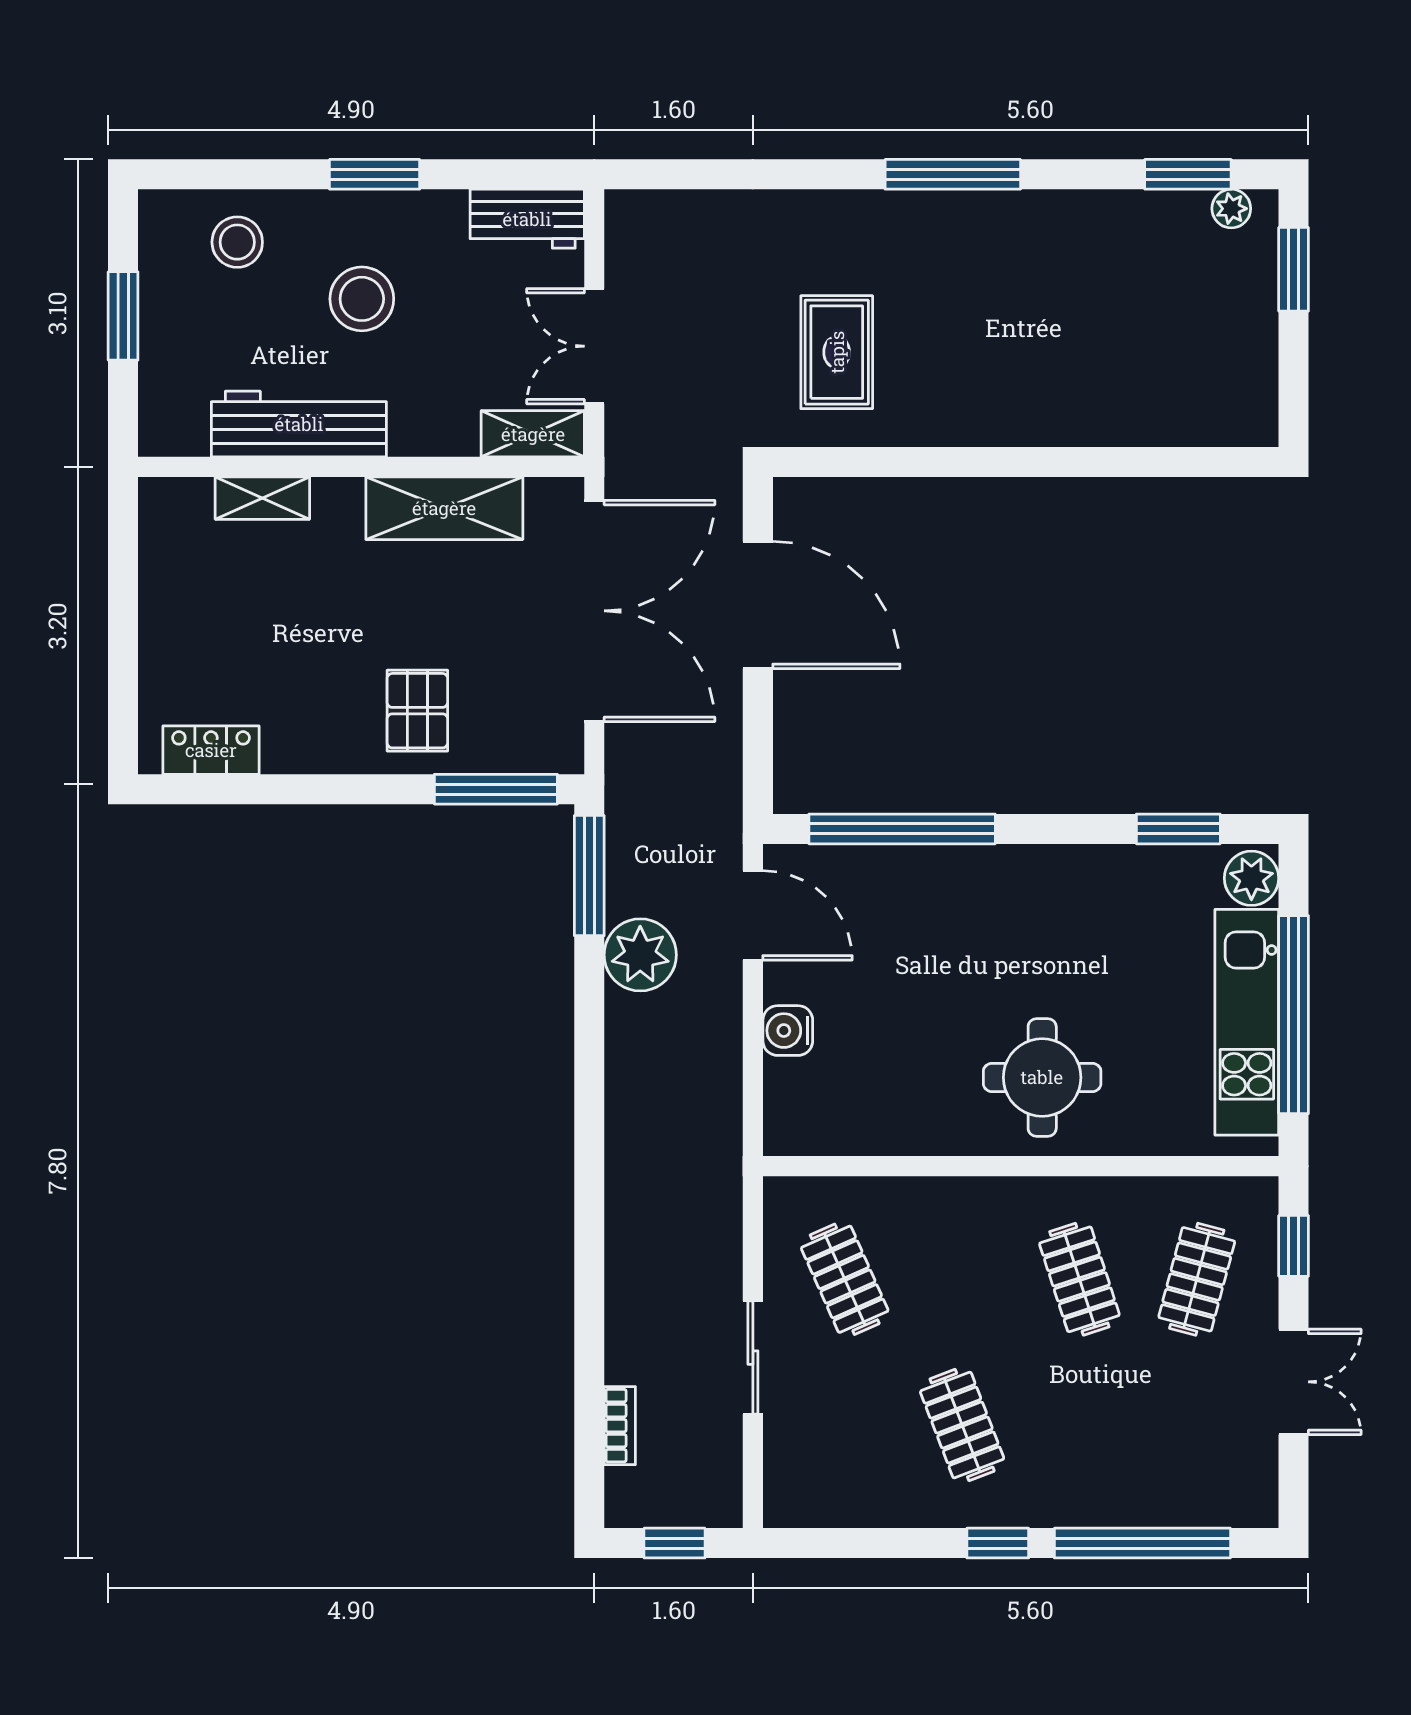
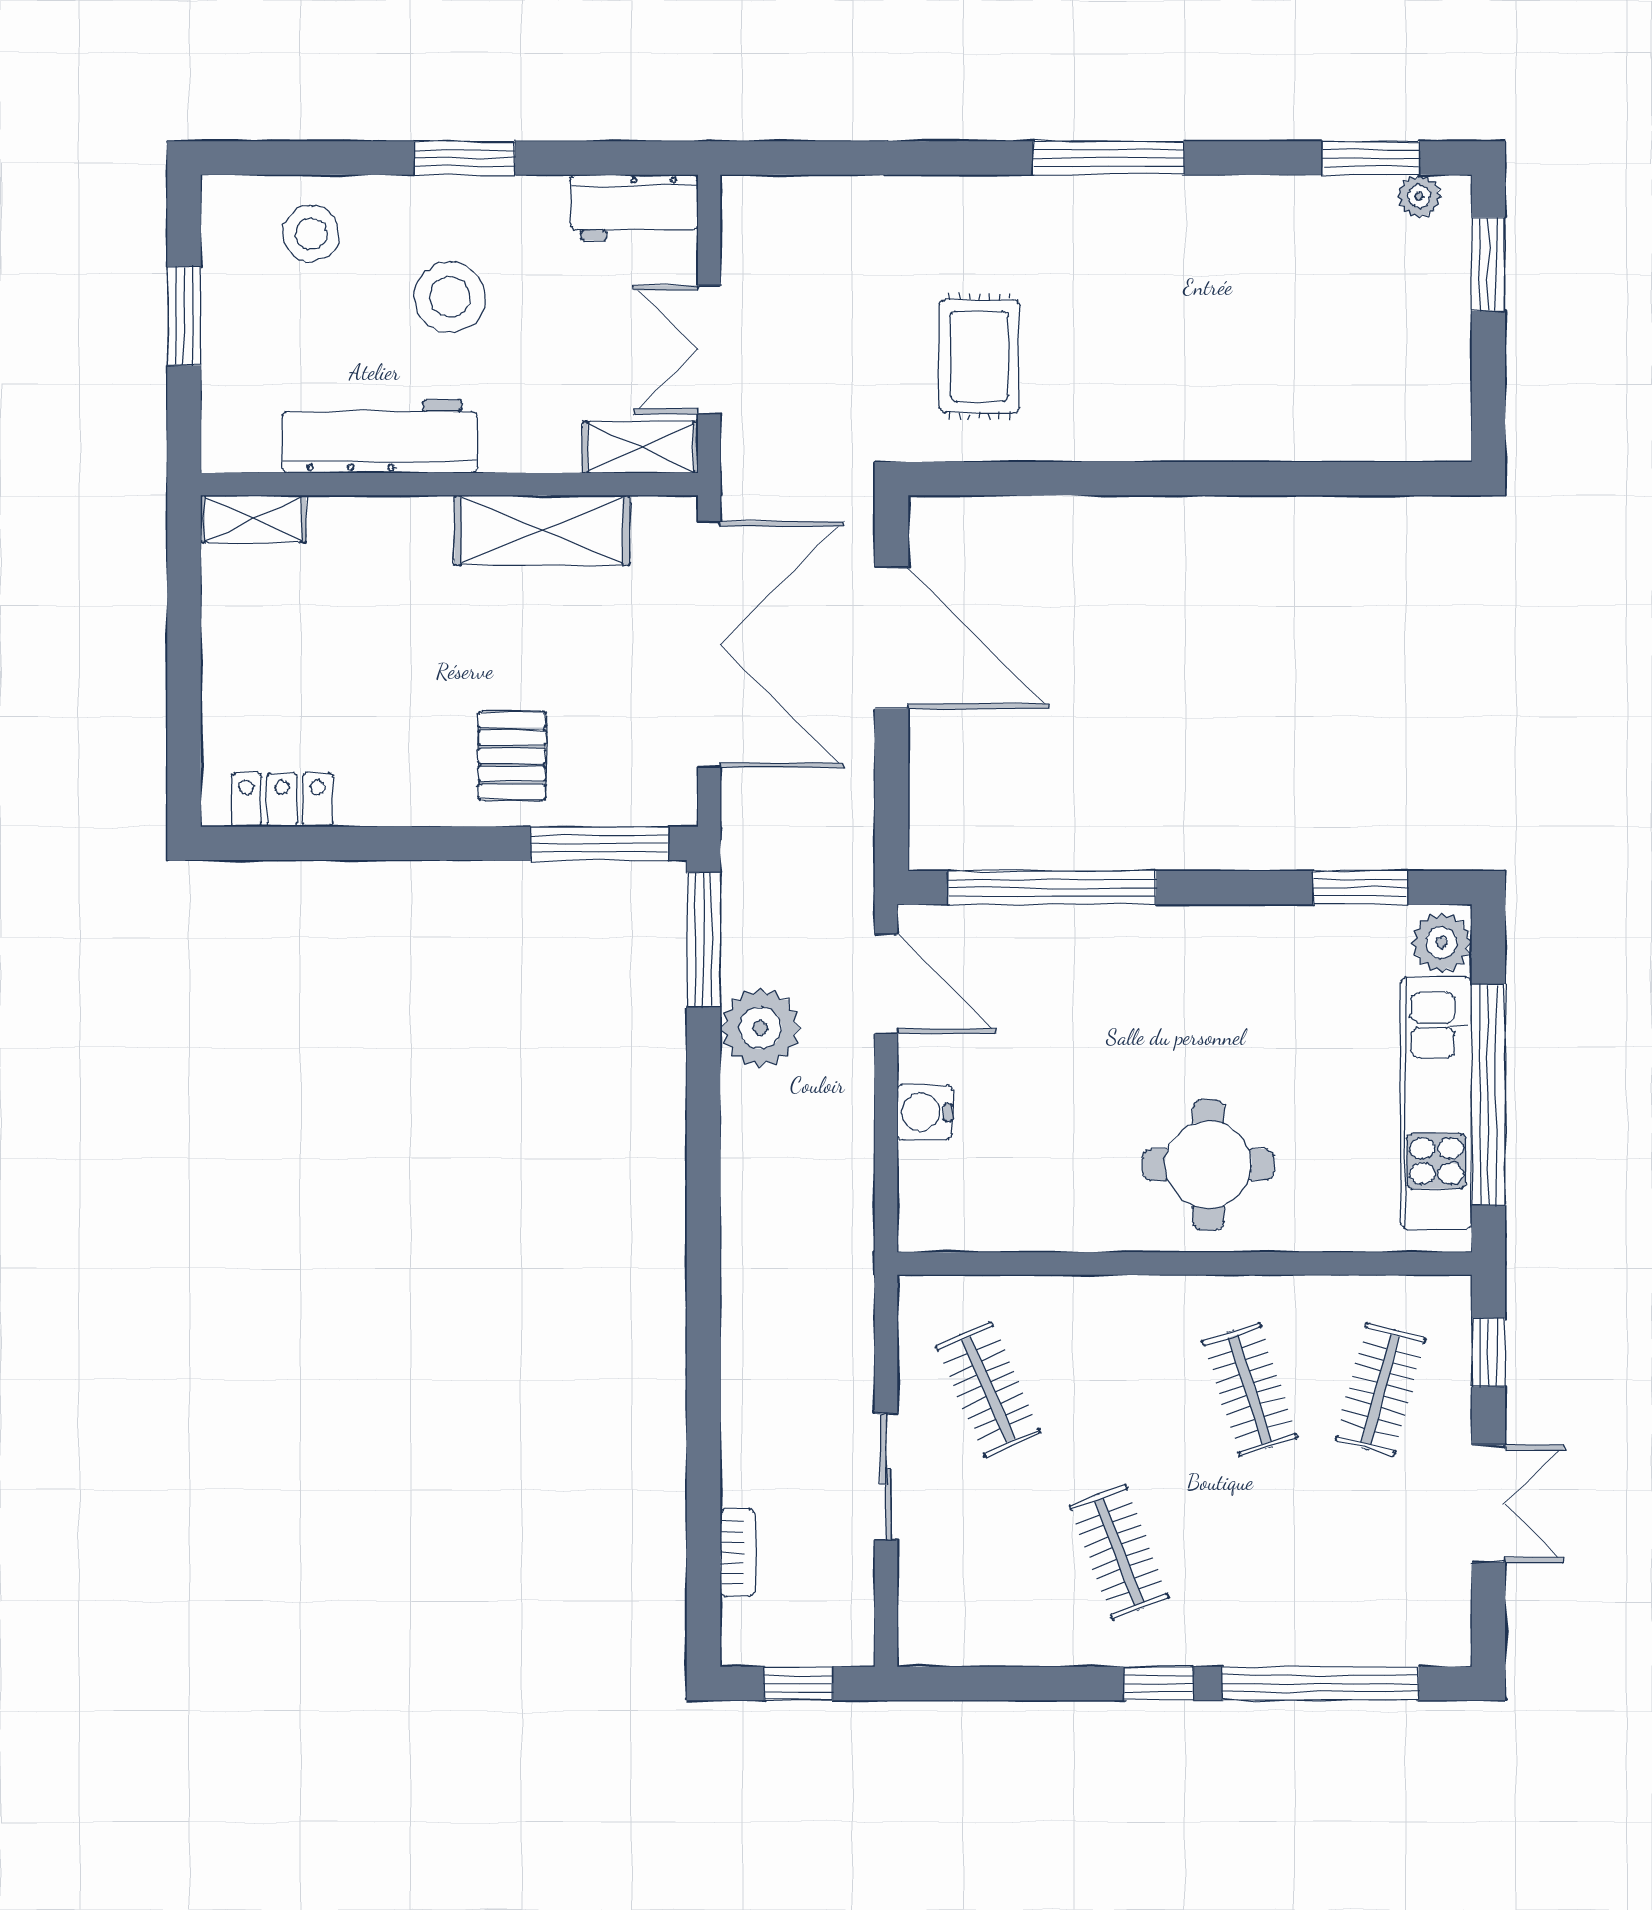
shelving: (262, 498) -> (253, 519), moved

